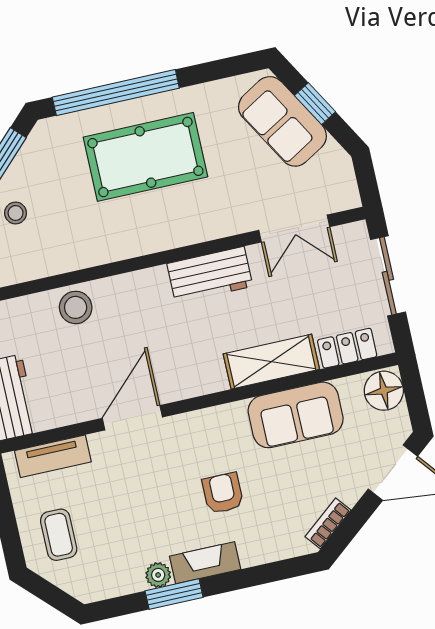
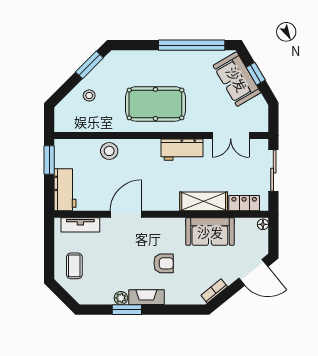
window: (116, 93) -> (192, 45), moved
pool table: (145, 157) -> (155, 104), moved
floor lamp: (384, 391) -> (263, 224), width x0.53, depth x0.53
armchair: (223, 493) -> (164, 263), turned 90

